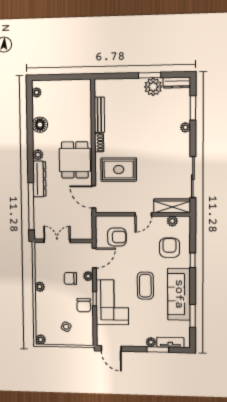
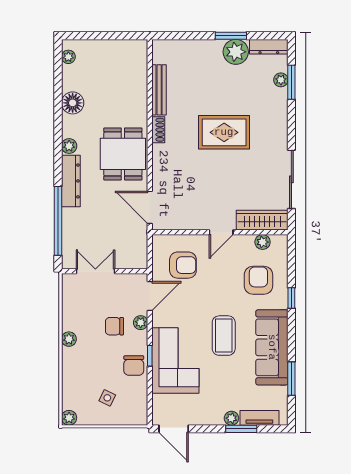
plant: (185, 127) -> (281, 80), moved
rug: (119, 170) -> (224, 132), moved

